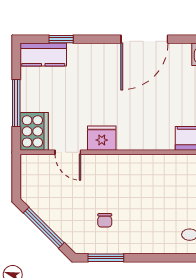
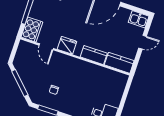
kitchen counter: (152, 139) -> (94, 55), added

